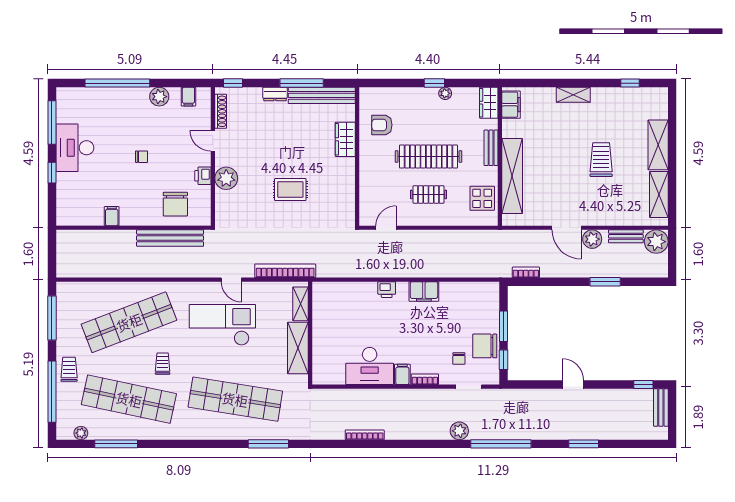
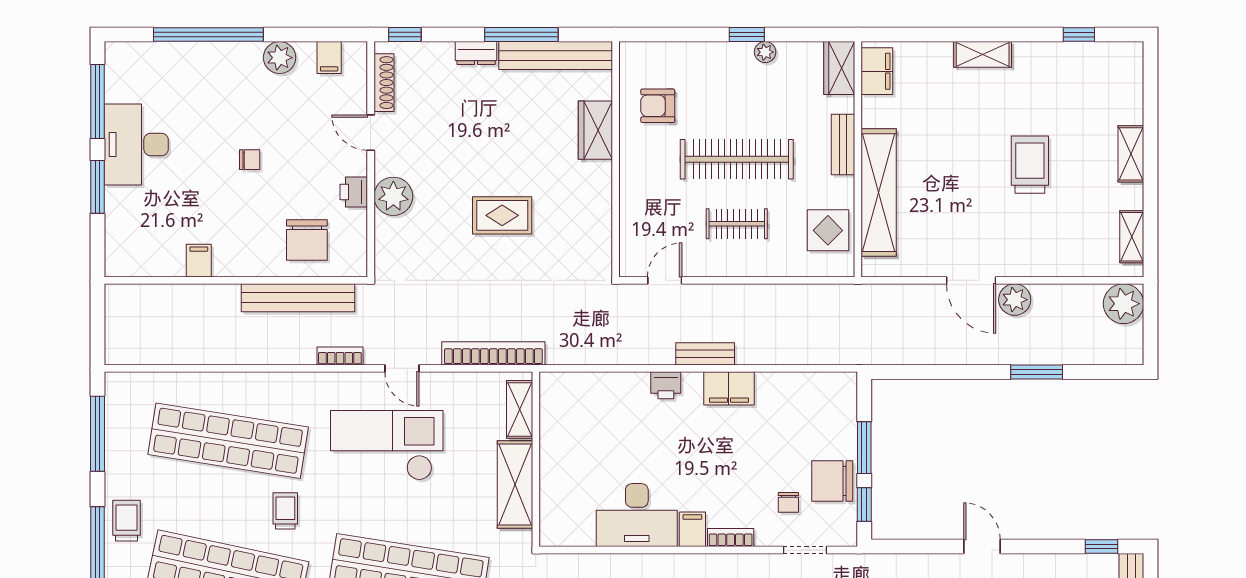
shelving: (658, 145) -> (1131, 154), width x0.67, depth x0.75
window: (52, 173) -> (97, 187), width x1.50
shelving: (659, 194) -> (1132, 237), width x0.67, depth x0.75
bench: (626, 236) -> (705, 354), moved
bookcase: (526, 272) -> (340, 356), moved
shop shelf: (129, 322) -> (228, 441), turned 30

